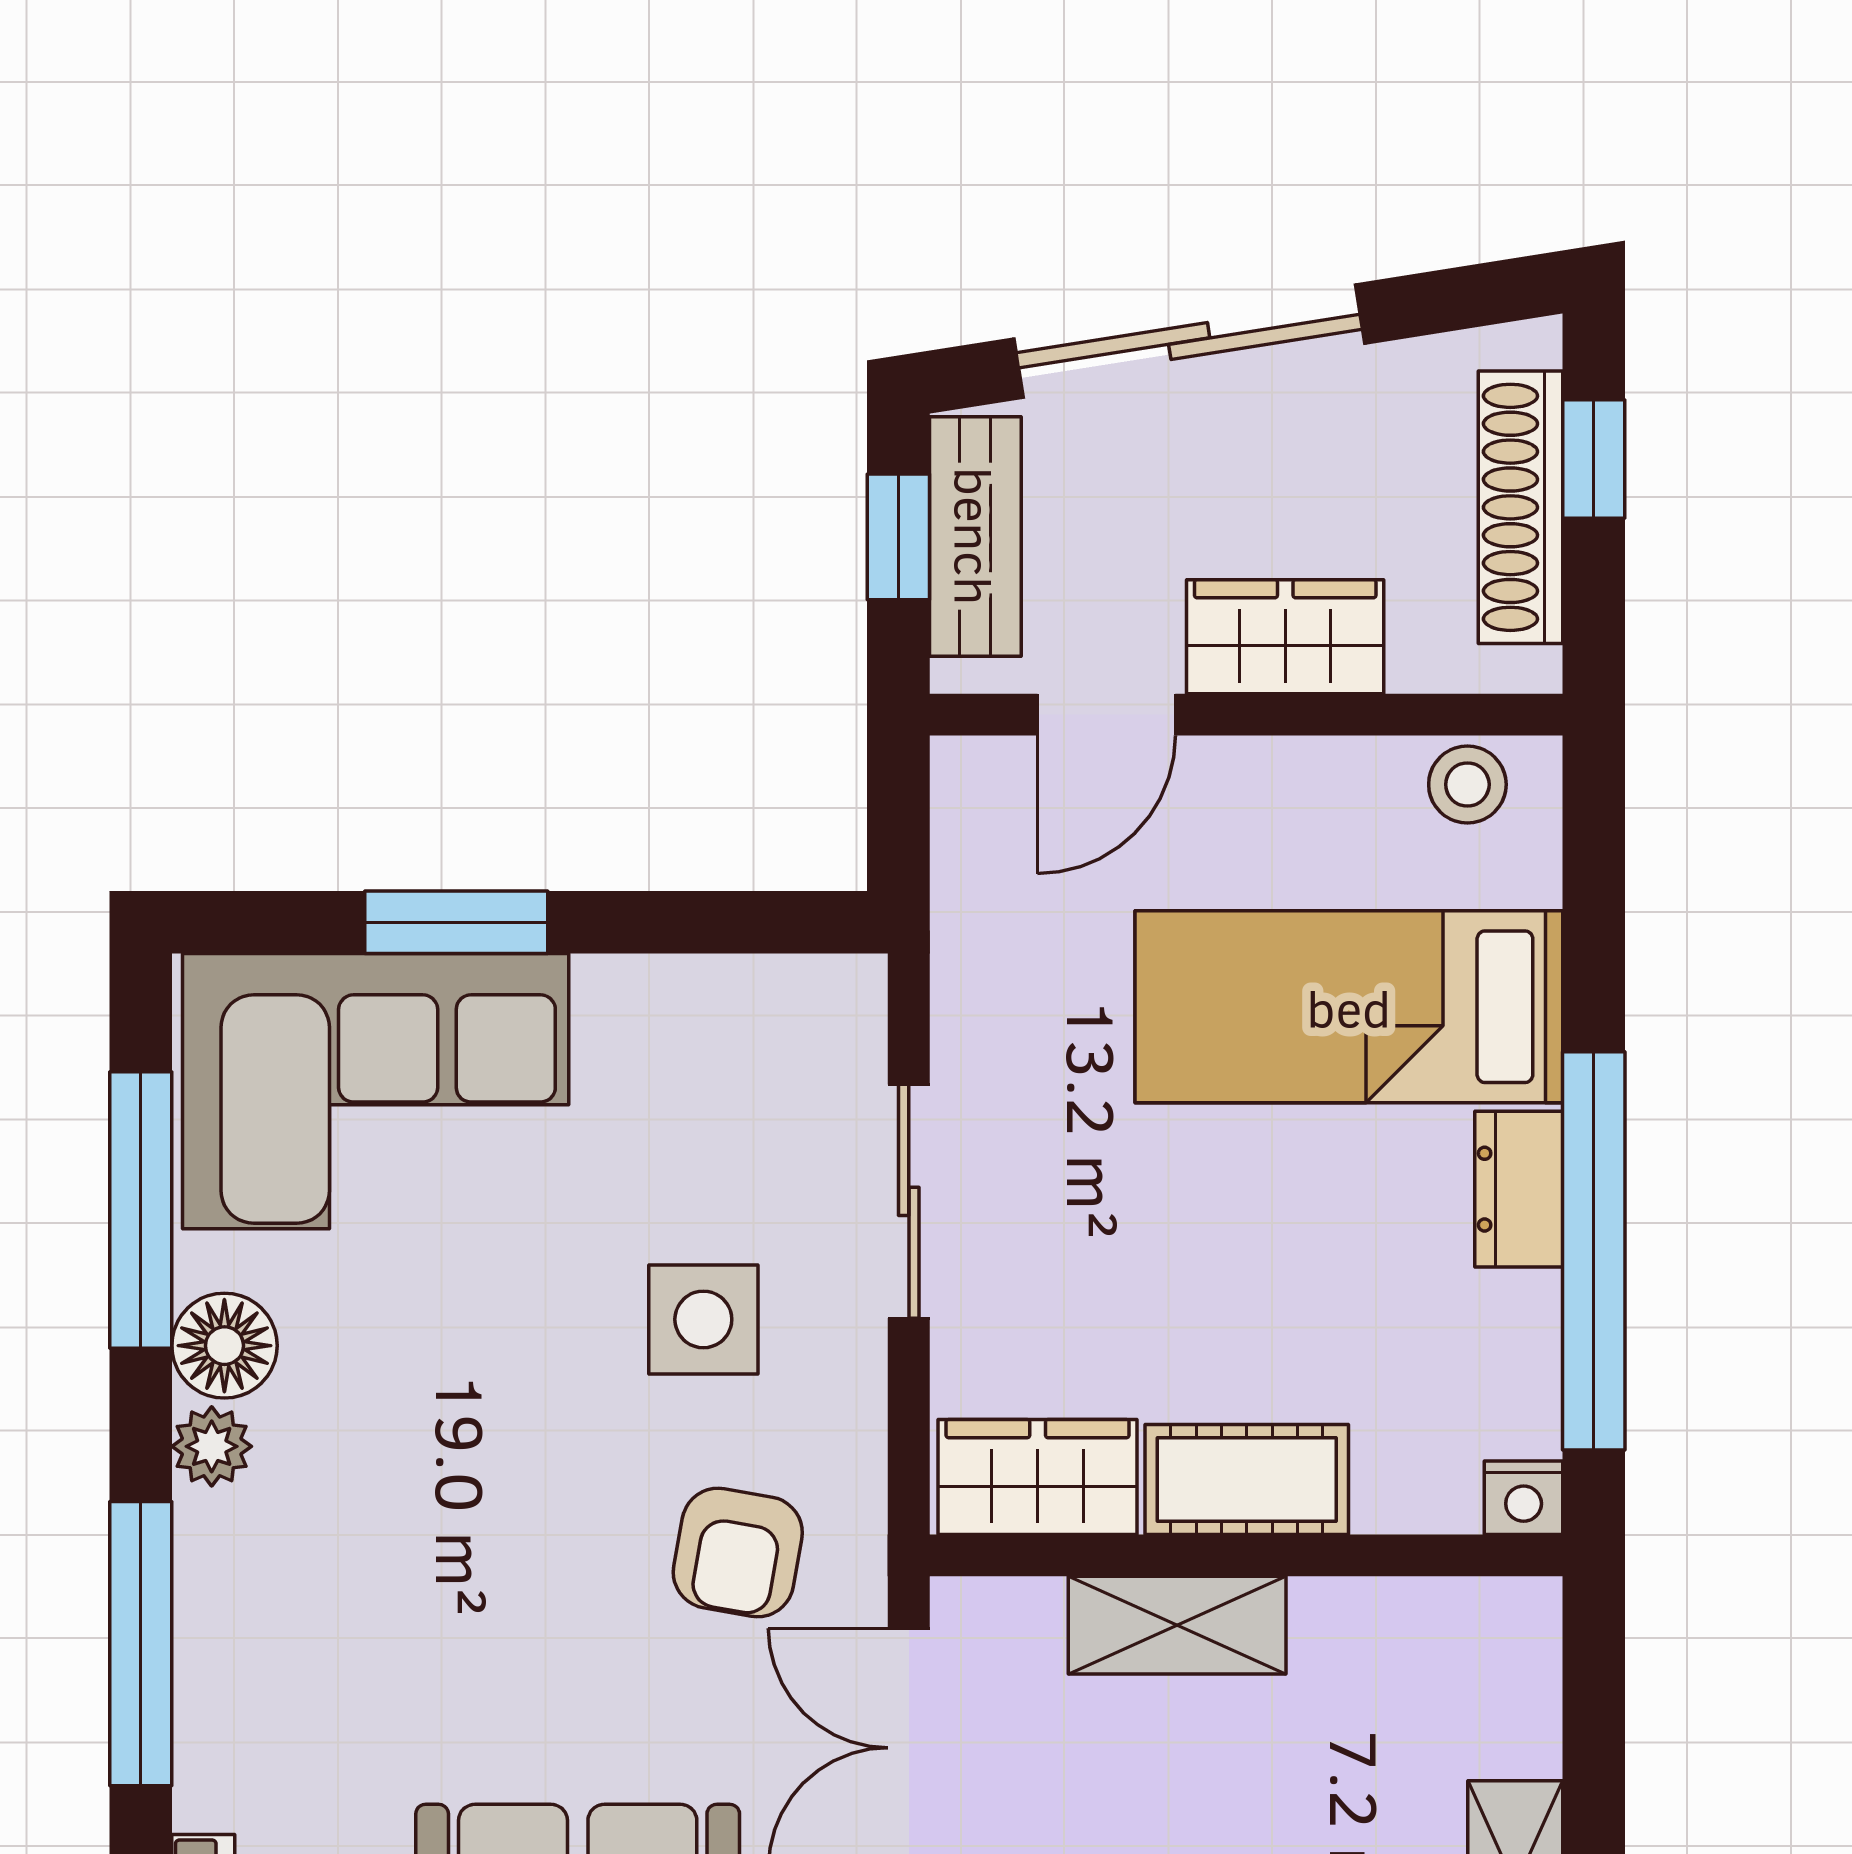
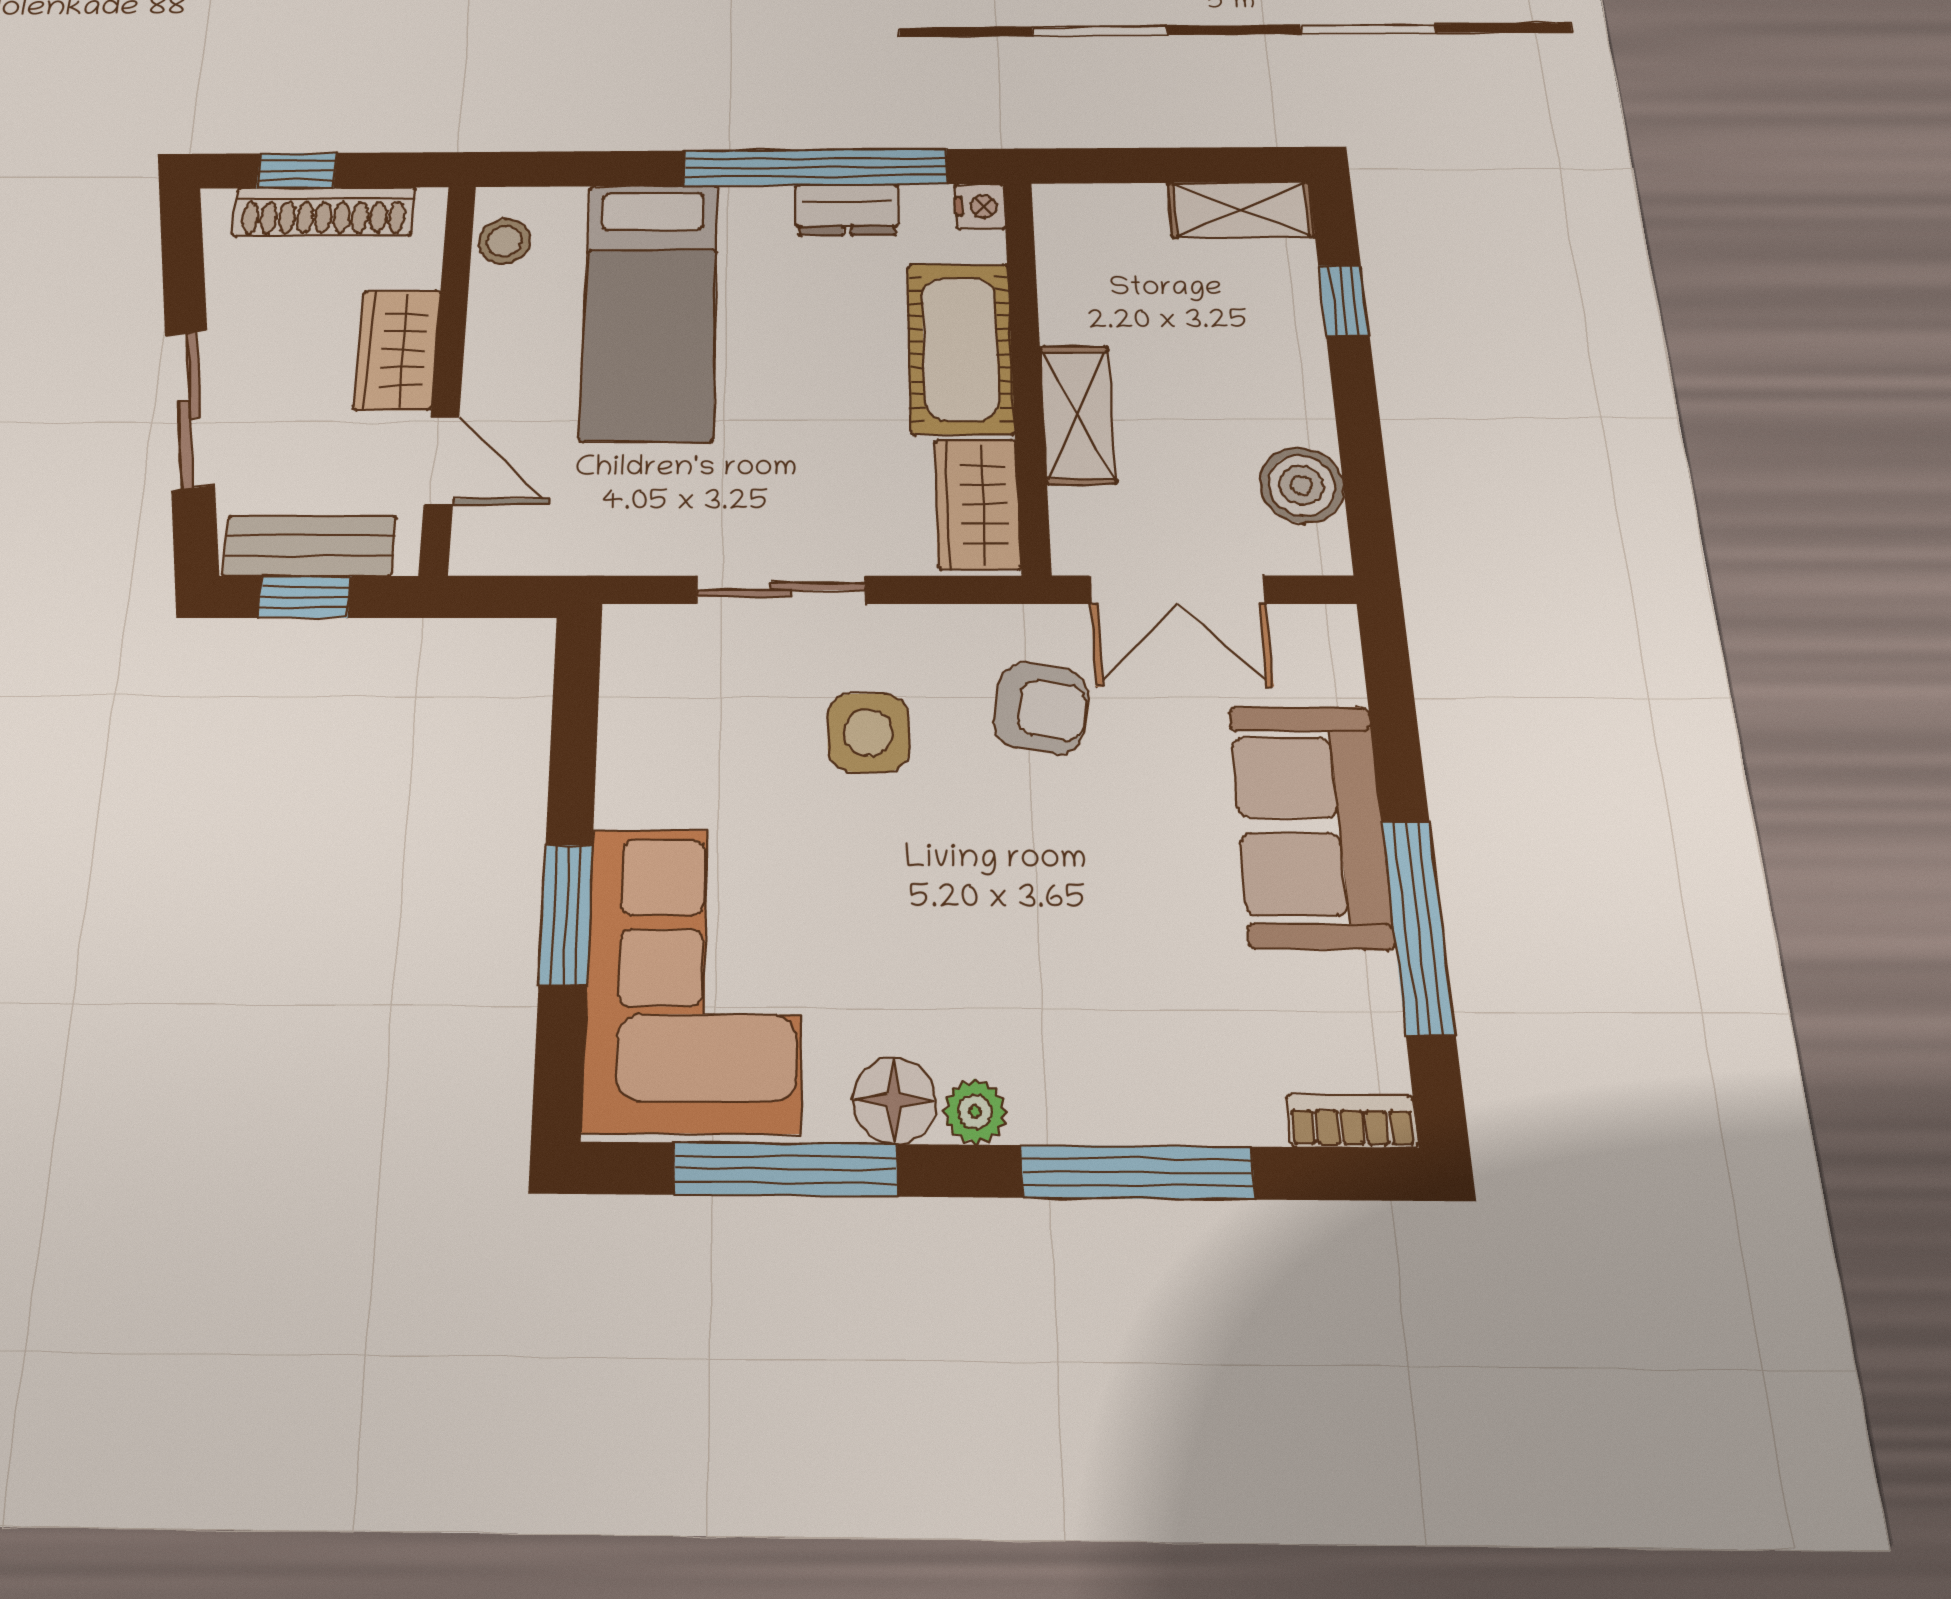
sliding door: (1189, 341) -> (190, 409), width x0.73
dresser: (1519, 1189) -> (847, 210), moved
cot: (1247, 1479) -> (960, 348), width x1.37, depth x1.34

